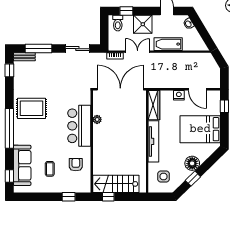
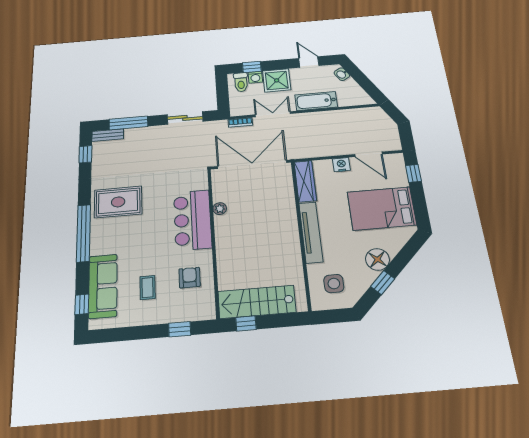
washing machine: (128, 20) -> (255, 77), added

